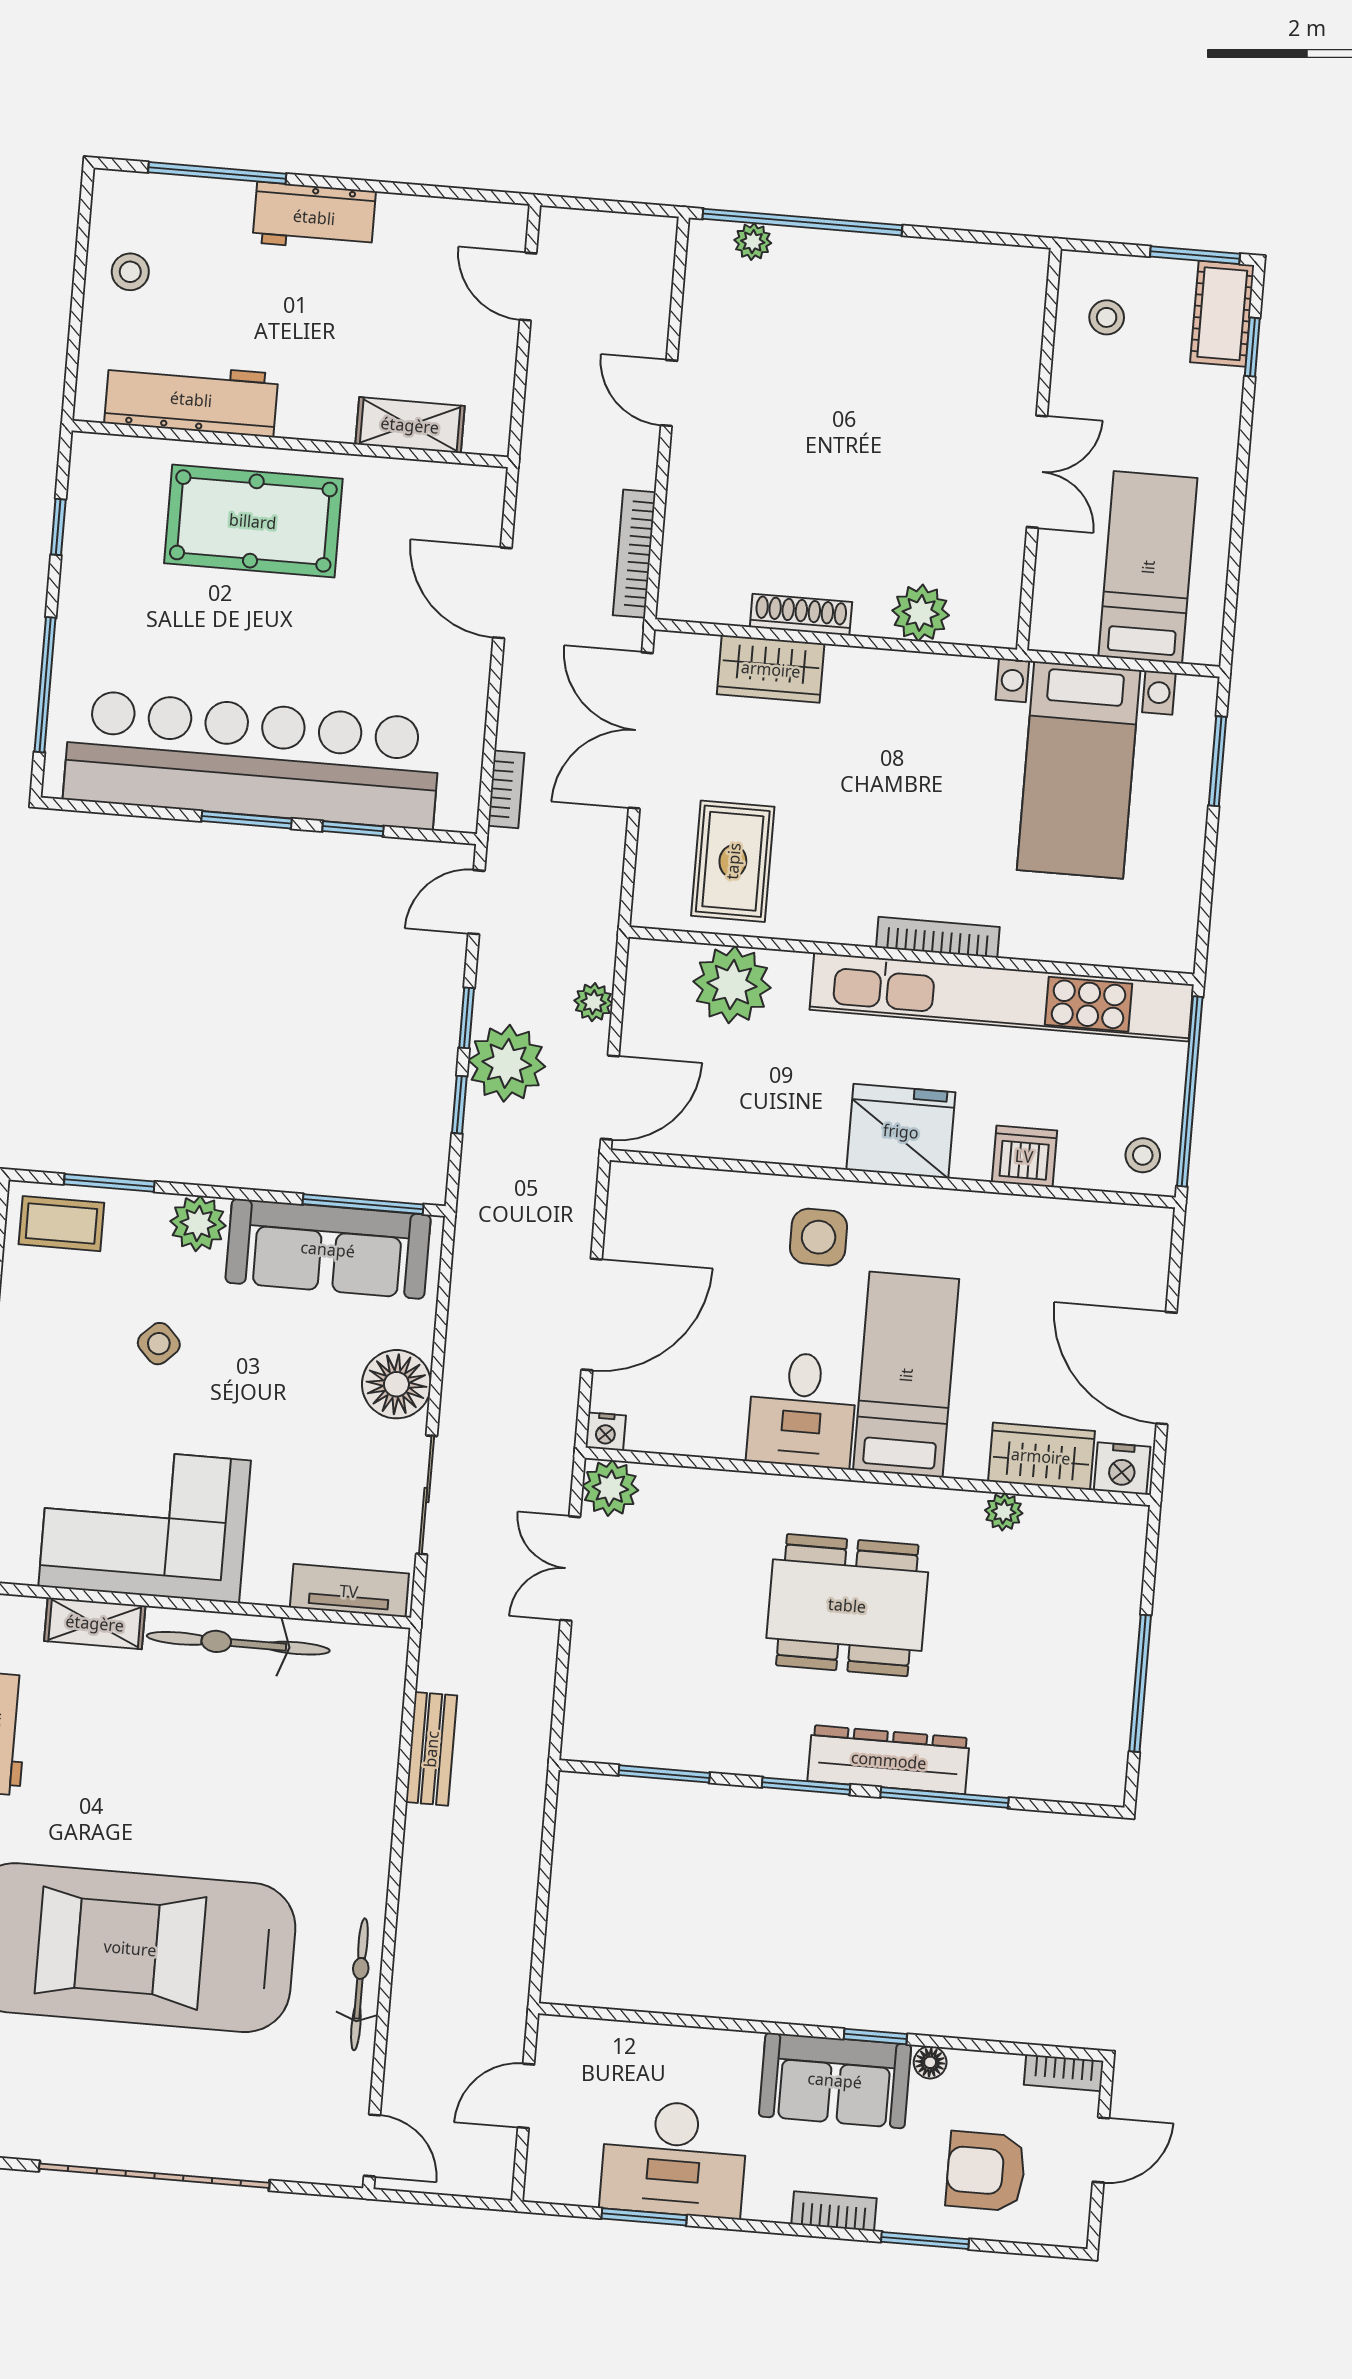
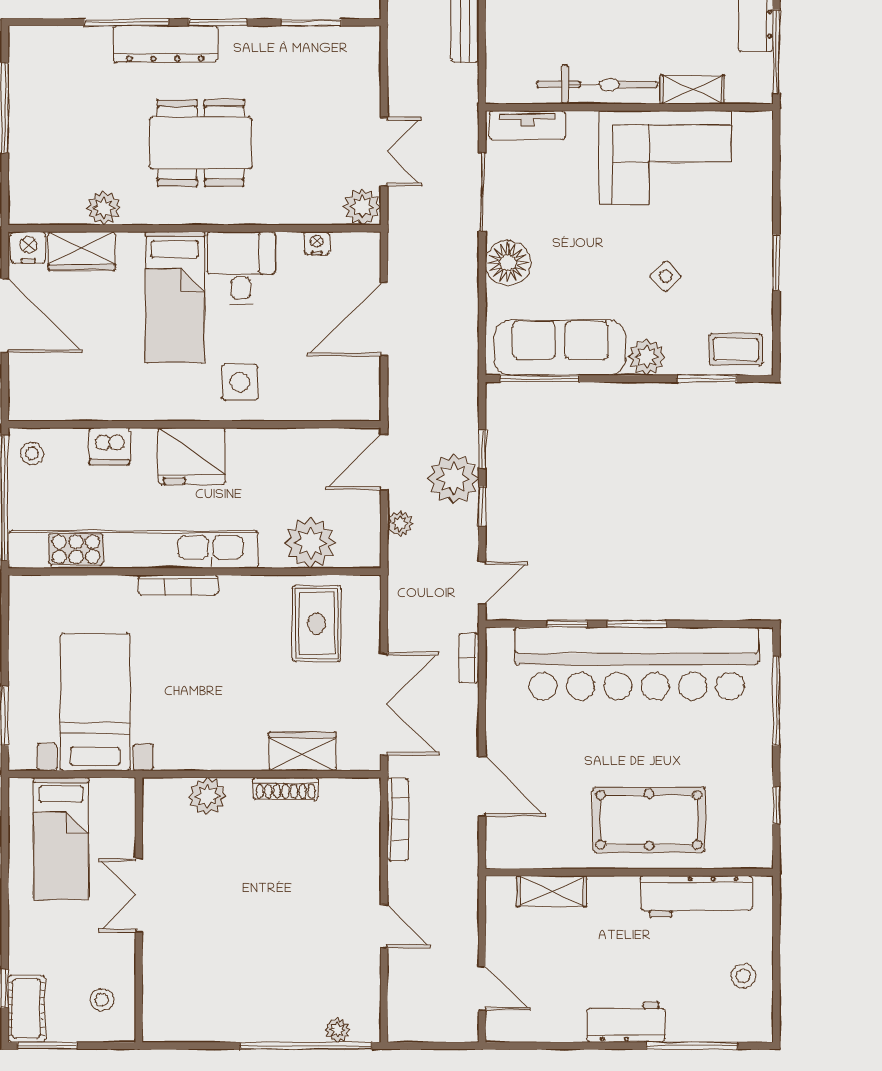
nightstand: (606, 1432) -> (317, 243), moved
plant: (1004, 1512) -> (104, 208), width x1.38, depth x1.38

